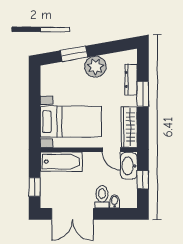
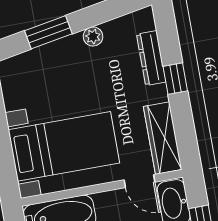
plant: (95, 67) -> (93, 37), width x0.53, depth x0.53
window: (143, 94) -> (175, 79), width x0.67

